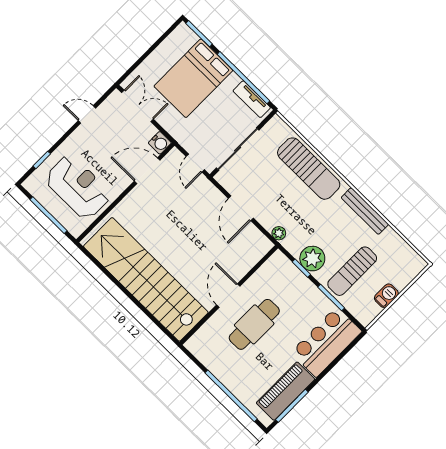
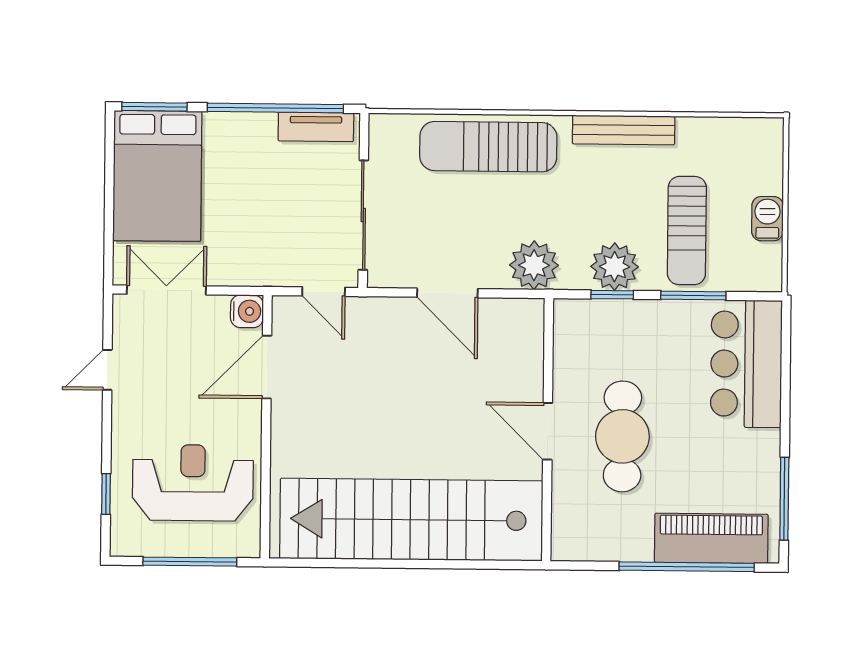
bed: (193, 78) -> (157, 176), moved
sun lounger: (309, 169) -> (488, 147), turned 180
plant: (279, 233) -> (534, 265), width x1.87, depth x1.87
piano: (286, 391) -> (711, 538), moved, turned 90

